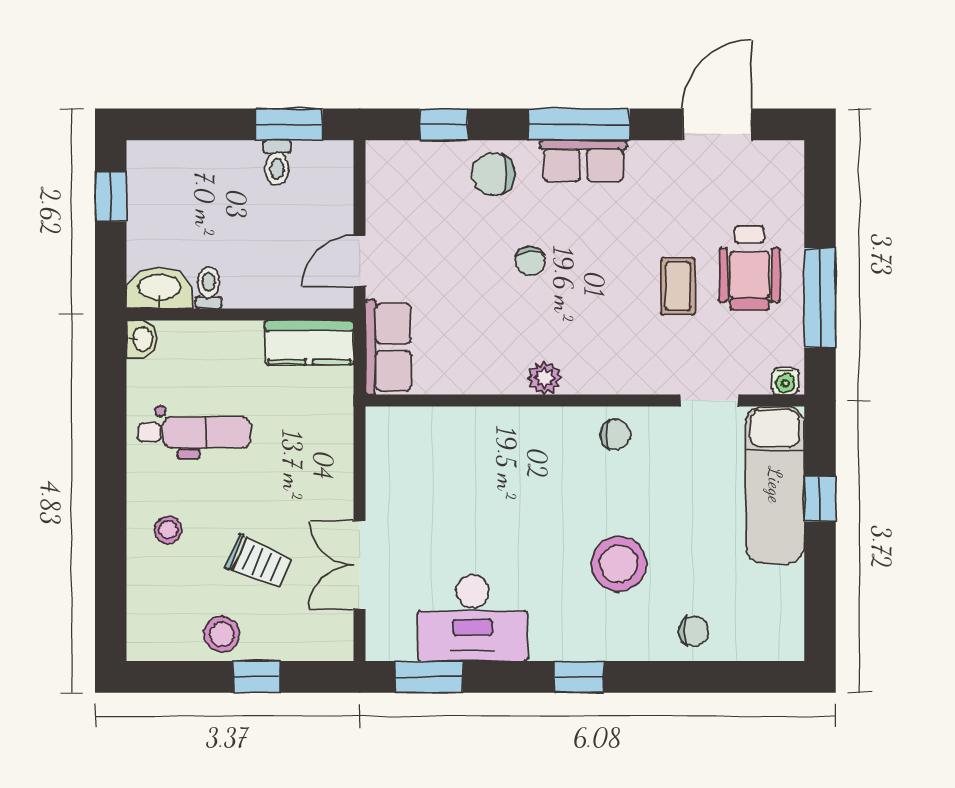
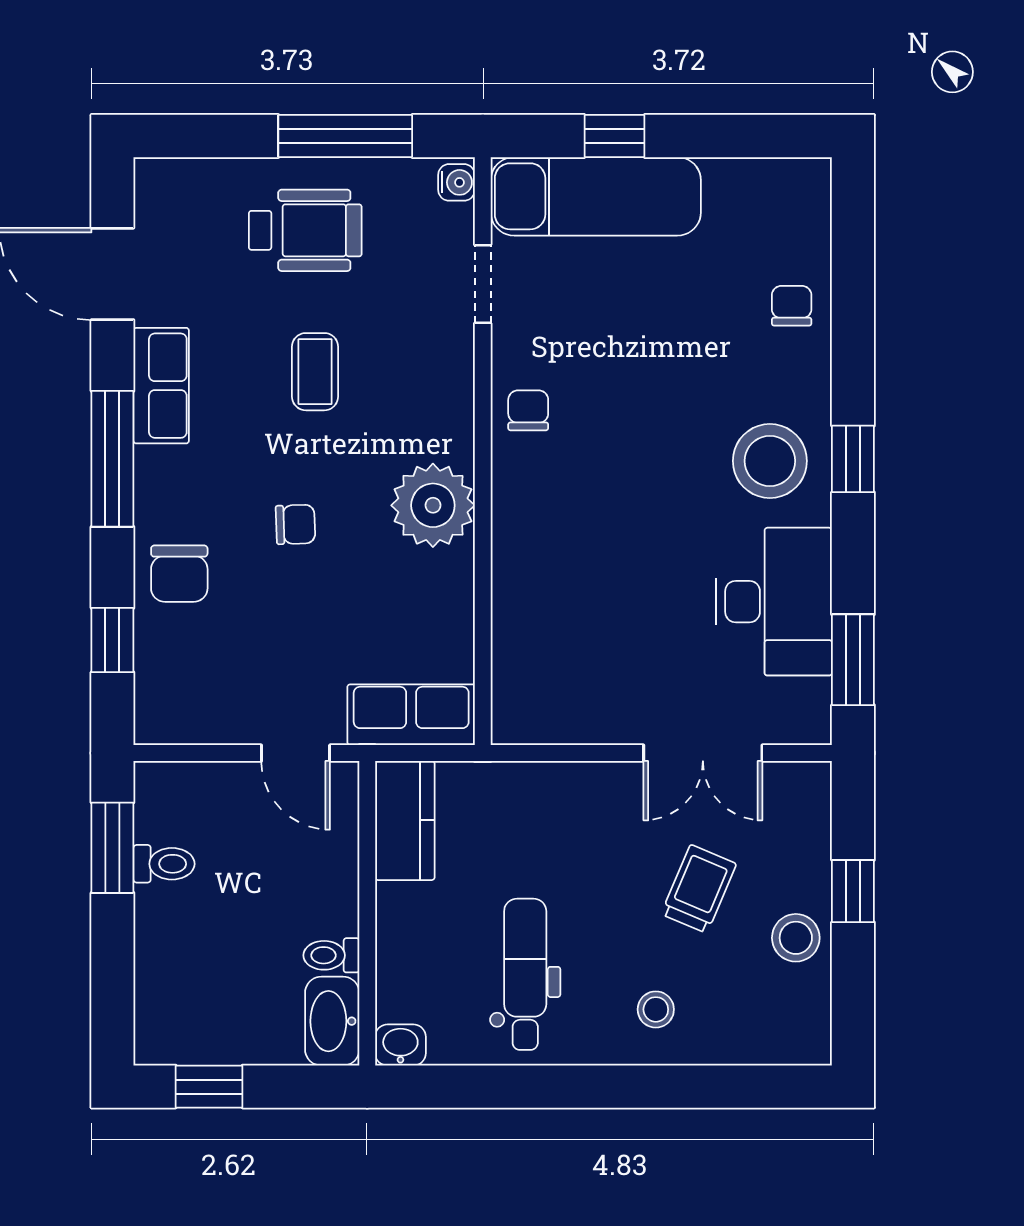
row of seats: (583, 161) -> (161, 386), moved
coffee table: (678, 286) -> (315, 372), moved, turned 90
plant: (544, 378) -> (433, 505), width x1.88, depth x1.88
stool: (619, 564) -> (770, 461), moved

